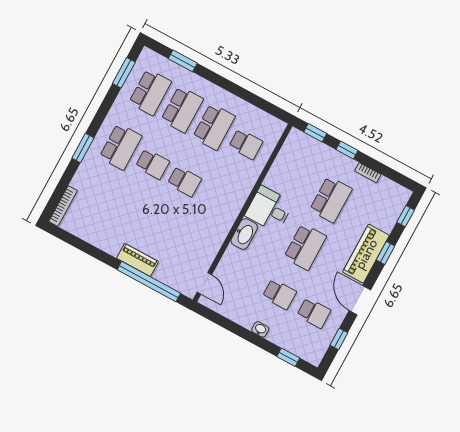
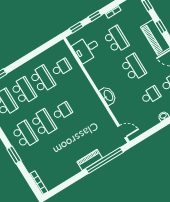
school desk: (152, 164) -> (43, 123), width x1.85
desk: (269, 209) -> (87, 49), moved

